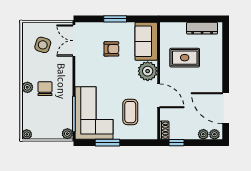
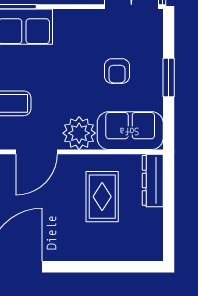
dresser: (202, 28) -> (153, 180), moved

